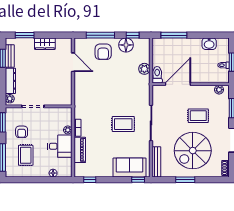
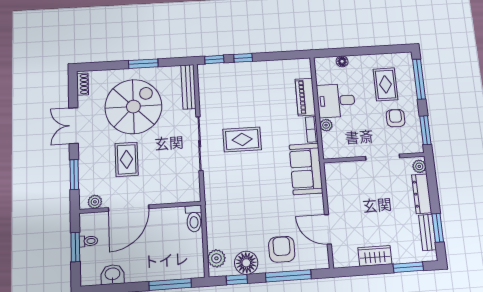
plant: (144, 69) -> (216, 258), moved
door: (178, 84) -> (129, 208), moved
rug: (198, 116) -> (127, 159), turned 90
sofa: (130, 168) -> (306, 169), moved, turned 90
window: (90, 180) -> (243, 58), moved

